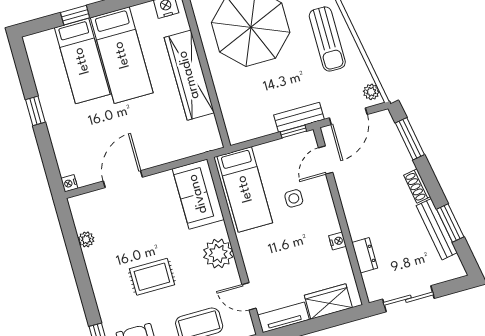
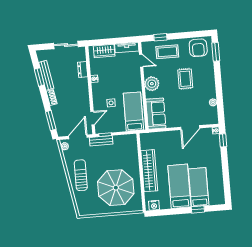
window: (35, 111) -> (223, 140), moved
rug: (152, 277) -> (185, 79), turned 90

